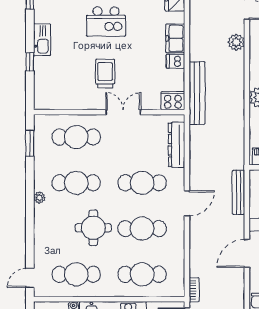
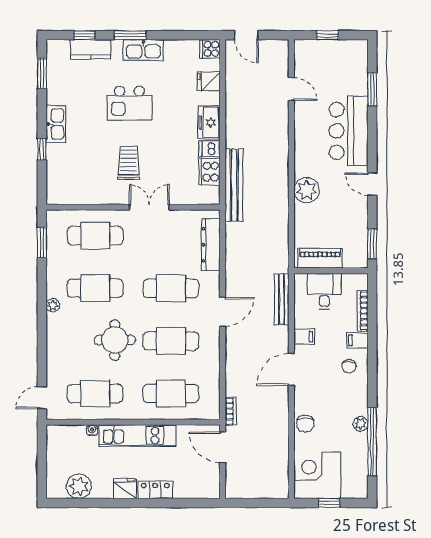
plant: (236, 42) -> (279, 127), removed
cooker: (173, 101) -> (209, 172), moved, turned -90

